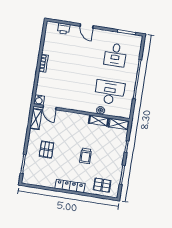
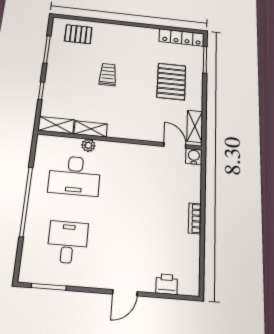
door: (87, 26) -> (125, 293), swing flipped
pallet: (47, 150) -> (171, 82), width x1.50, depth x1.42
locker: (70, 186) -> (182, 38), moved

